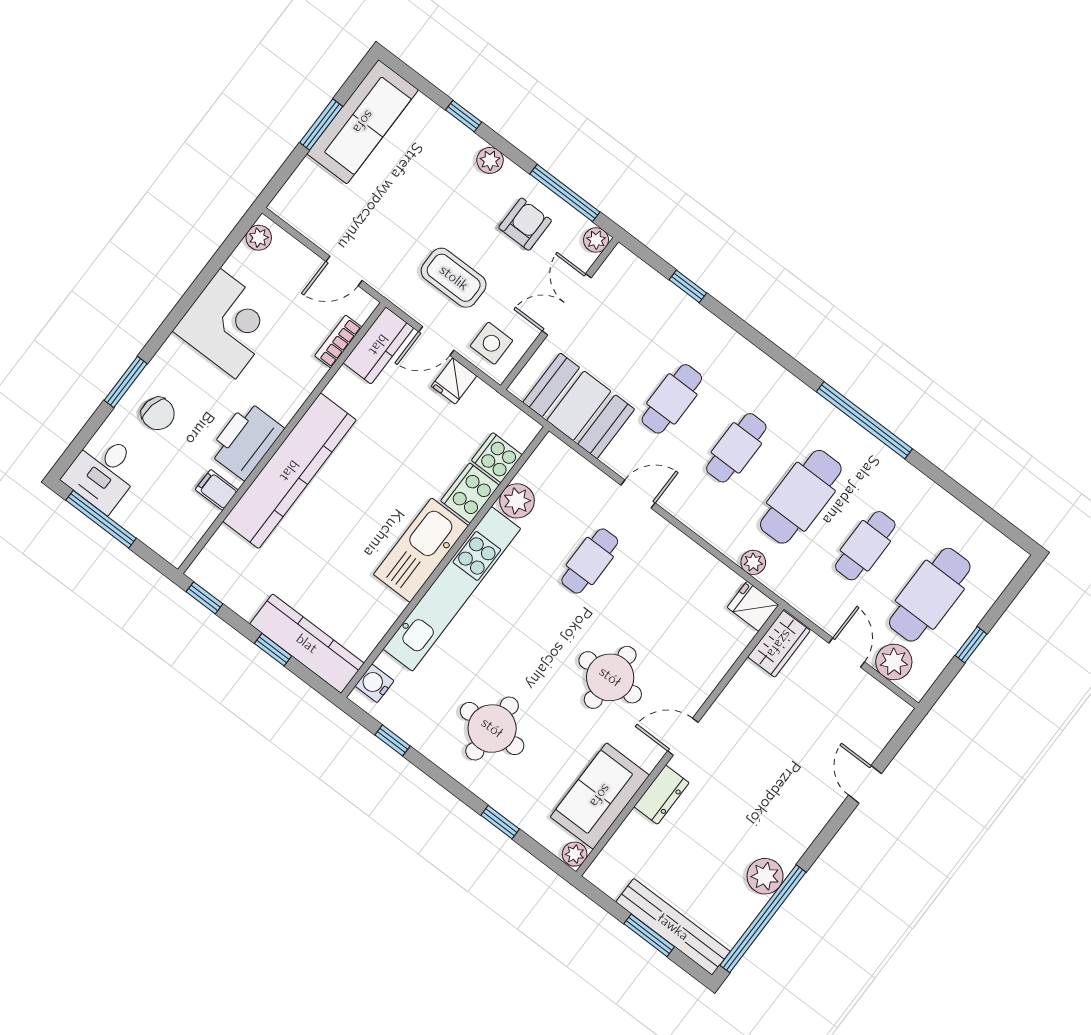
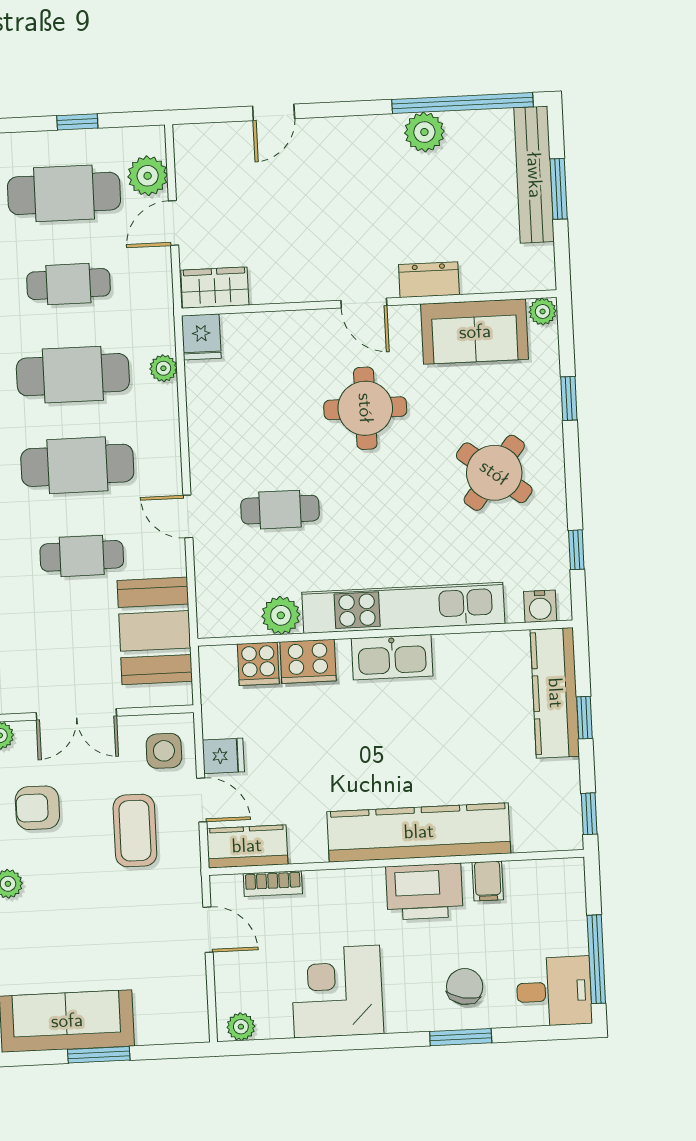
cafe table: (736, 448) -> (77, 465), width x1.37, depth x1.35
kitchen sink: (421, 550) -> (392, 657), width x0.73, depth x0.81
round table: (492, 728) -> (494, 473), turned 38

